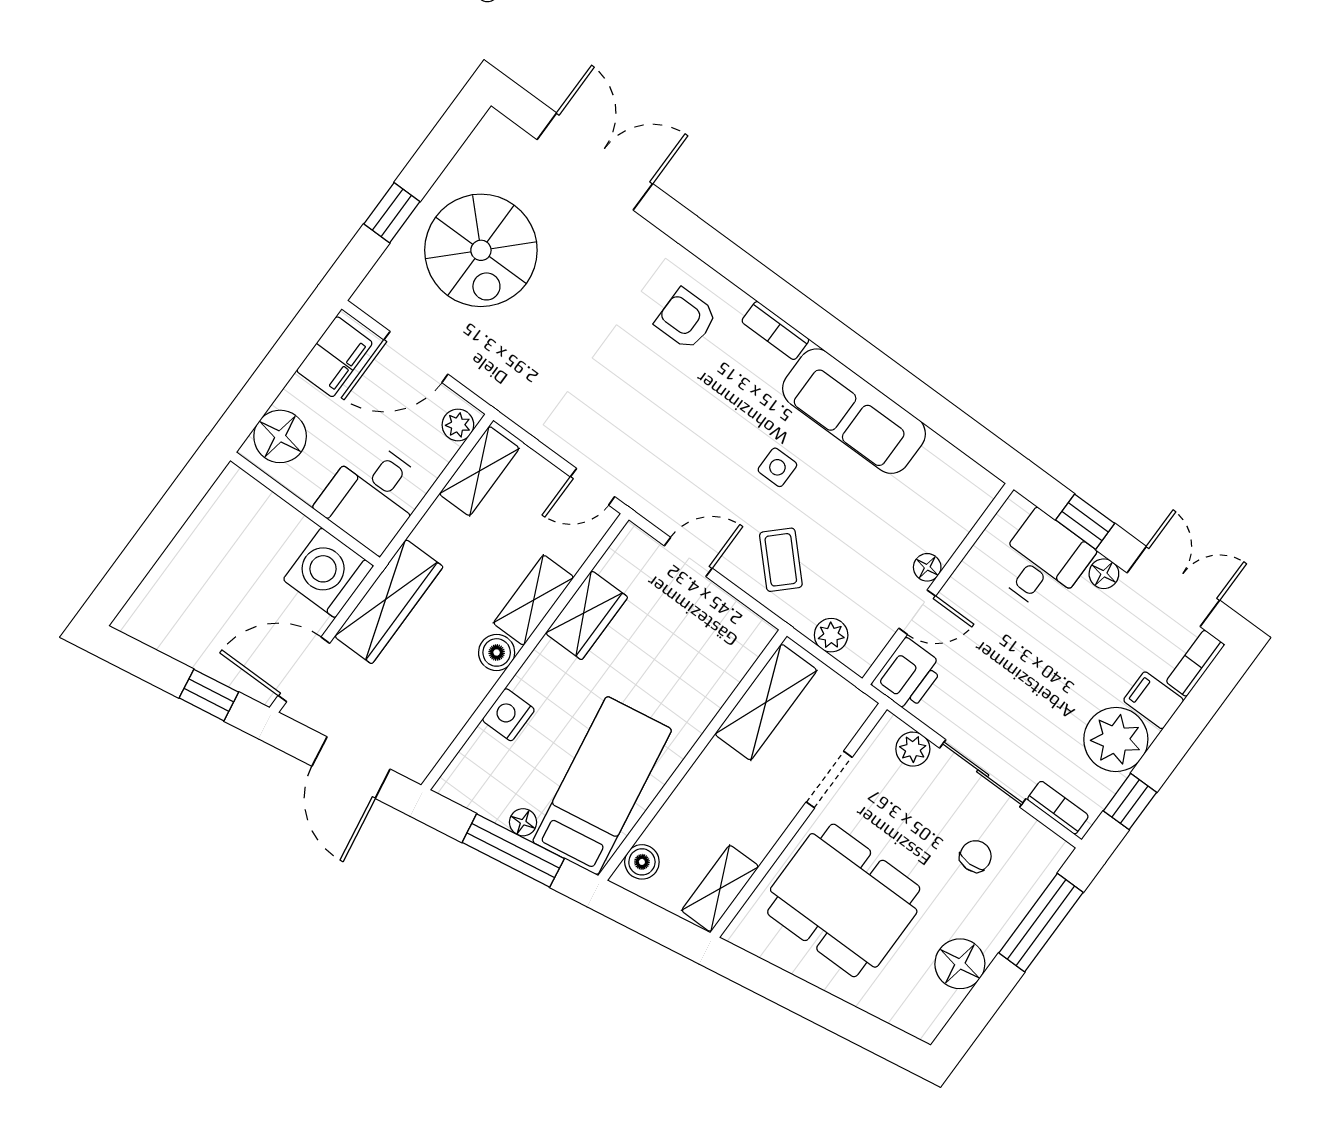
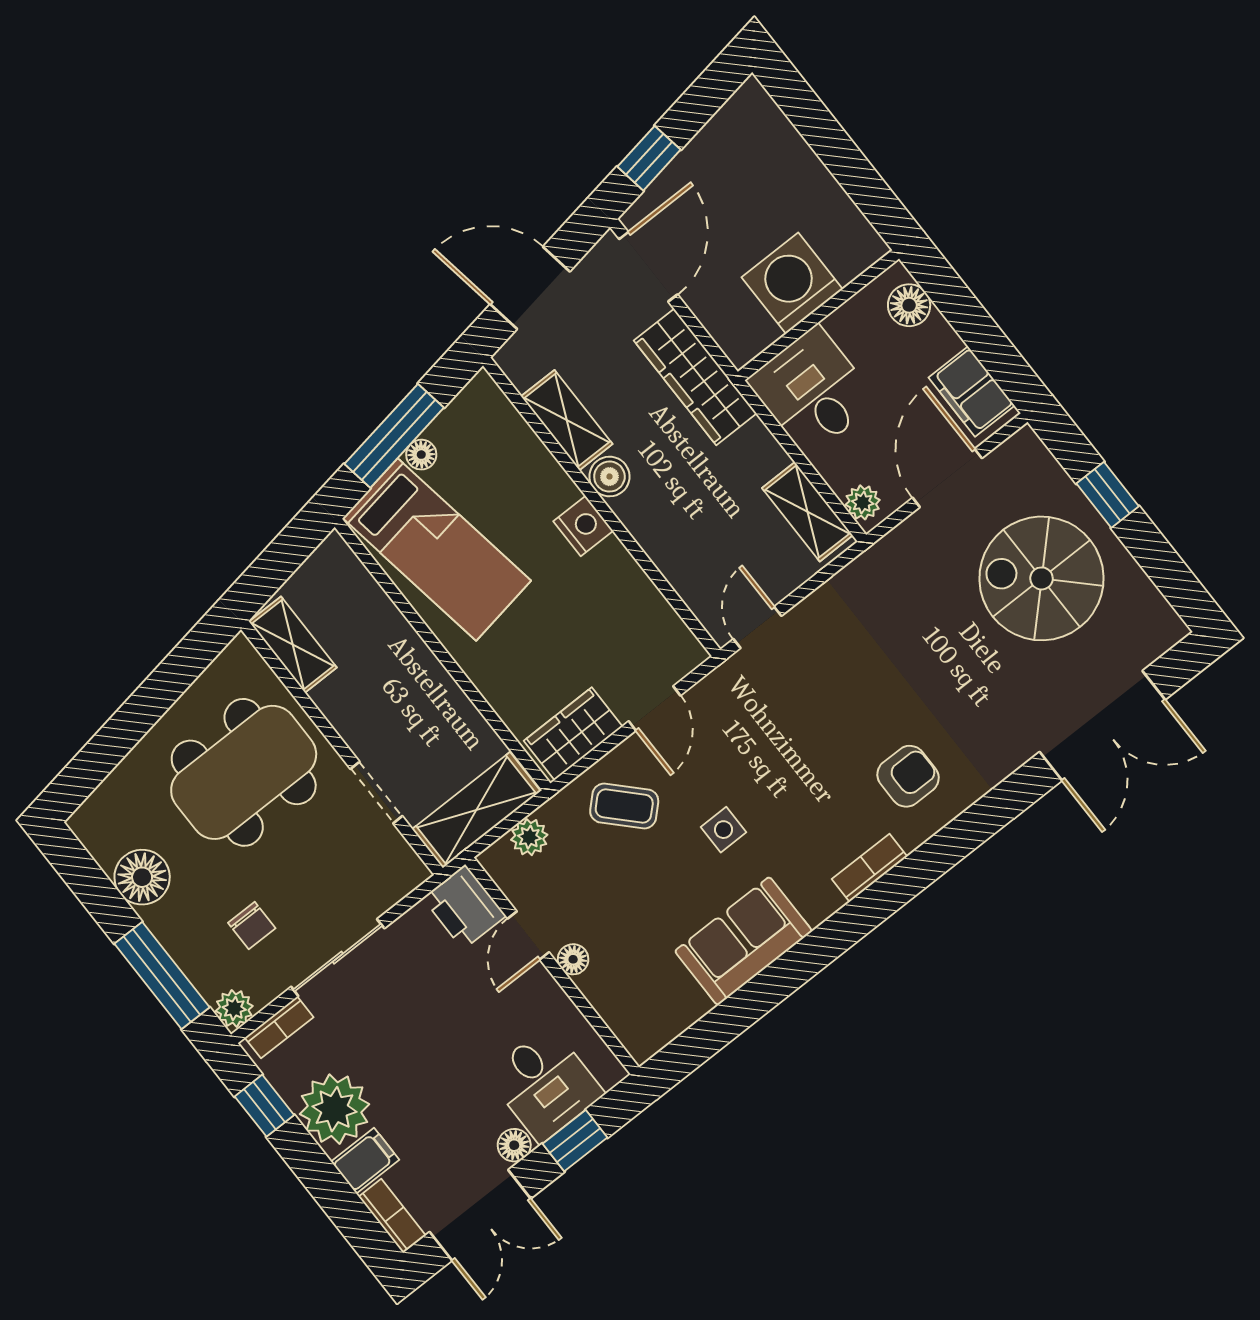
sofa: (854, 411) -> (744, 941), width x0.73
floor lamp: (280, 436) -> (909, 305), width x0.73, depth x0.73
washing machine: (328, 573) -> (792, 283), moved, turned -90
shelving: (534, 600) -> (567, 420), moved
wardrobe: (587, 615) -> (573, 734), moved, turned 90
shelving: (766, 702) -> (476, 810), moved, turned 90
nightstand: (508, 715) -> (583, 526), moved
plant: (913, 749) -> (234, 1008), moved
boiler: (642, 862) -> (344, 569), removed

